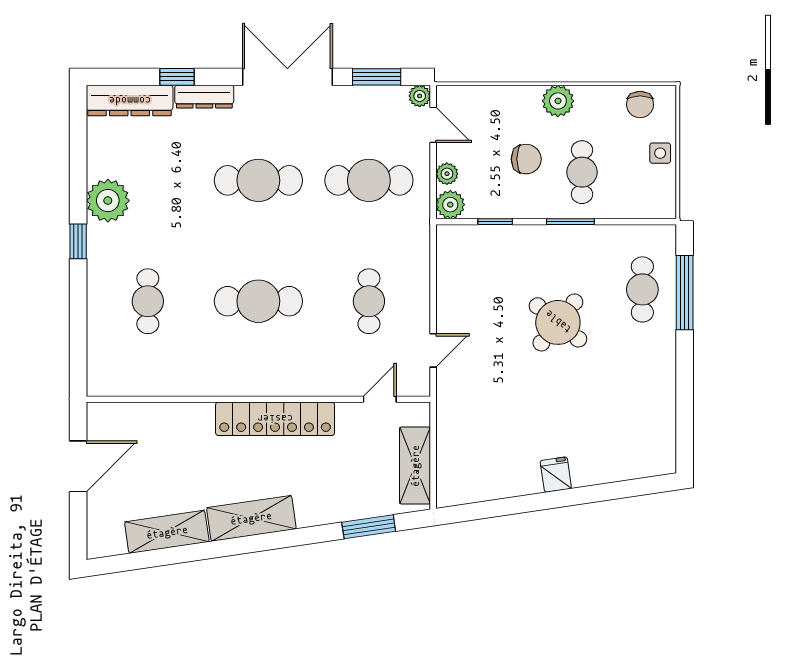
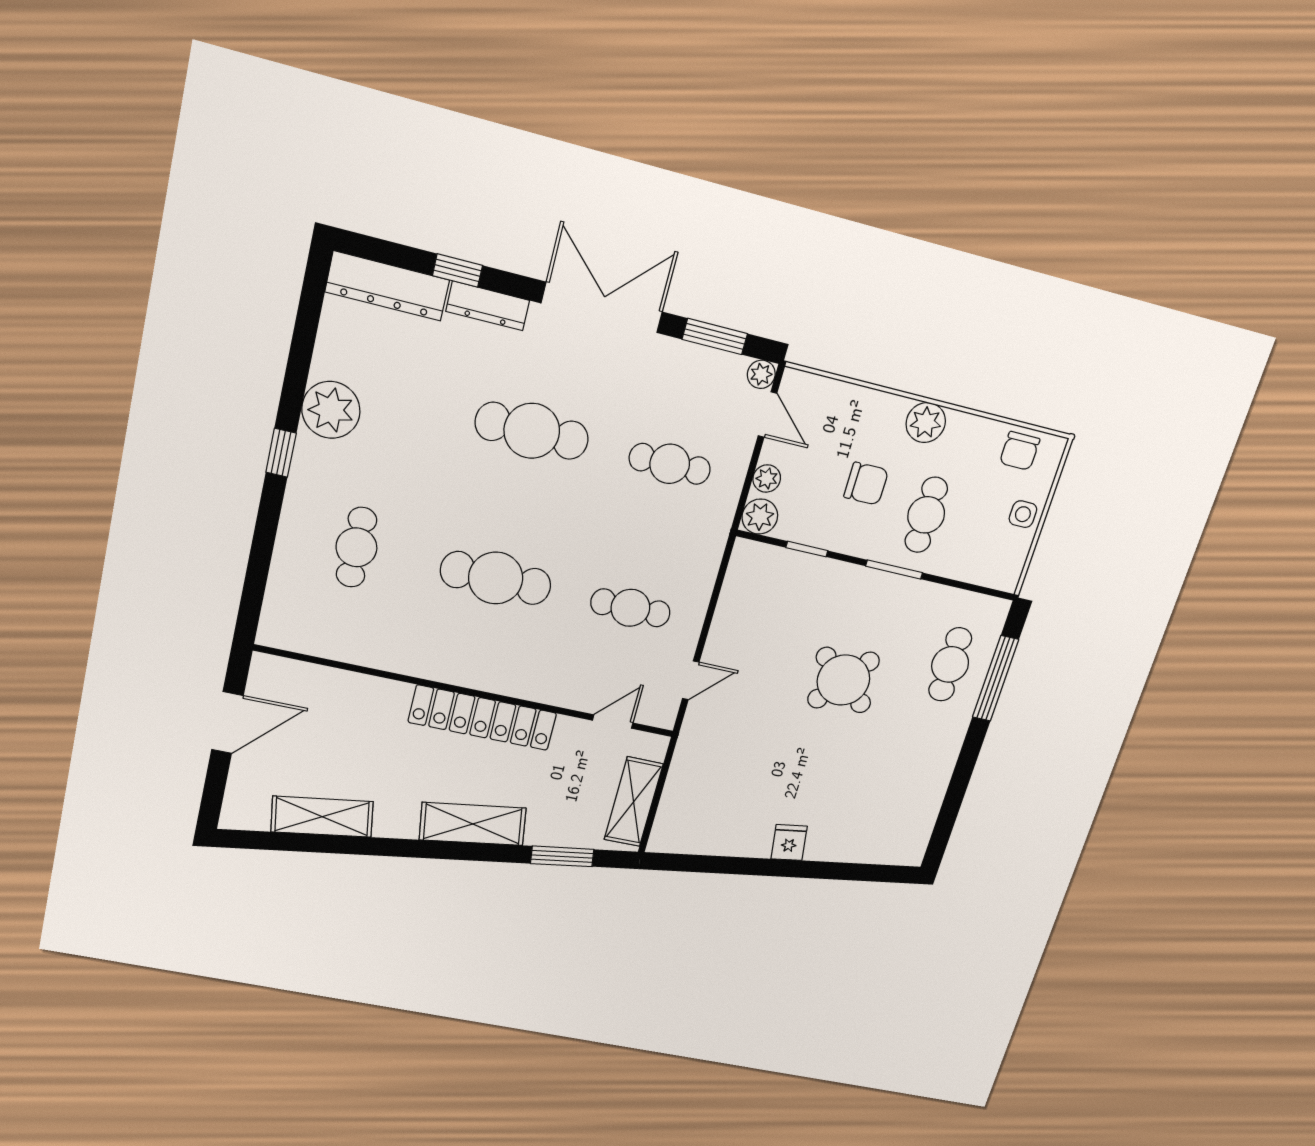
cafe table: (369, 180) -> (670, 464), width x0.73, depth x0.74
cafe table: (369, 301) -> (630, 608), turned 90
shelving: (251, 518) -> (473, 824), moved

